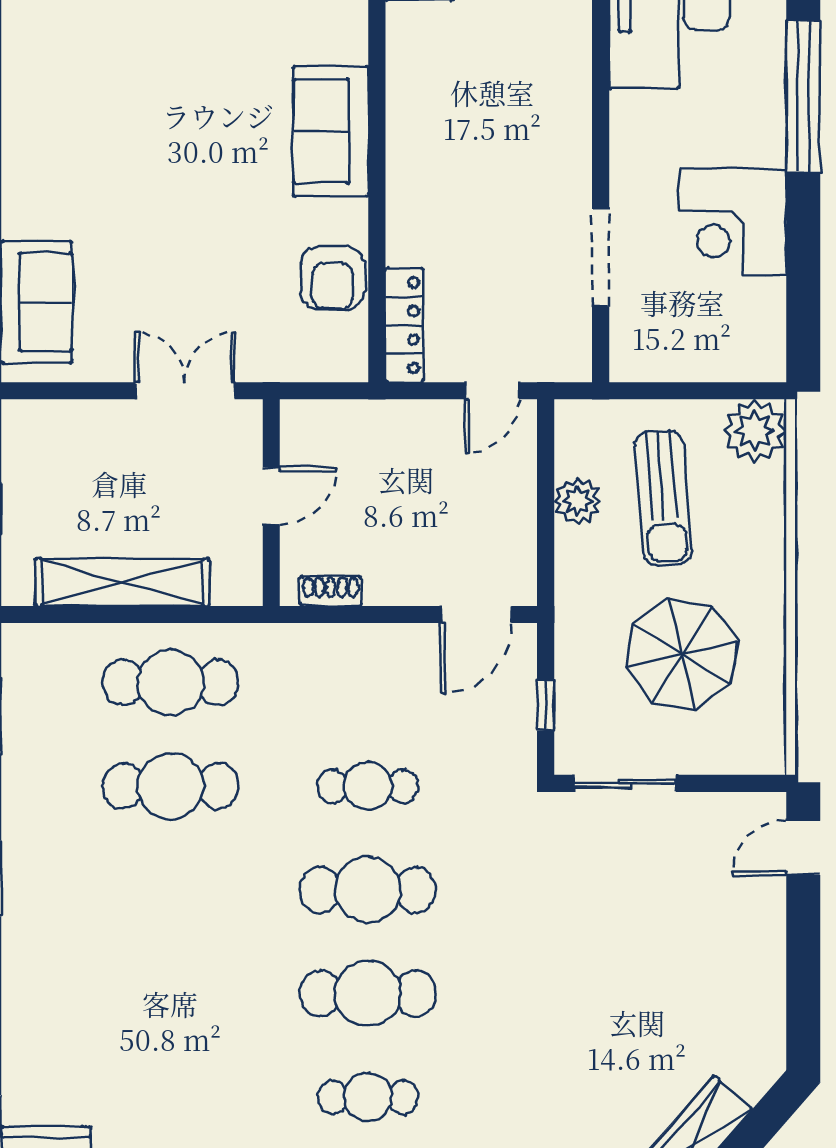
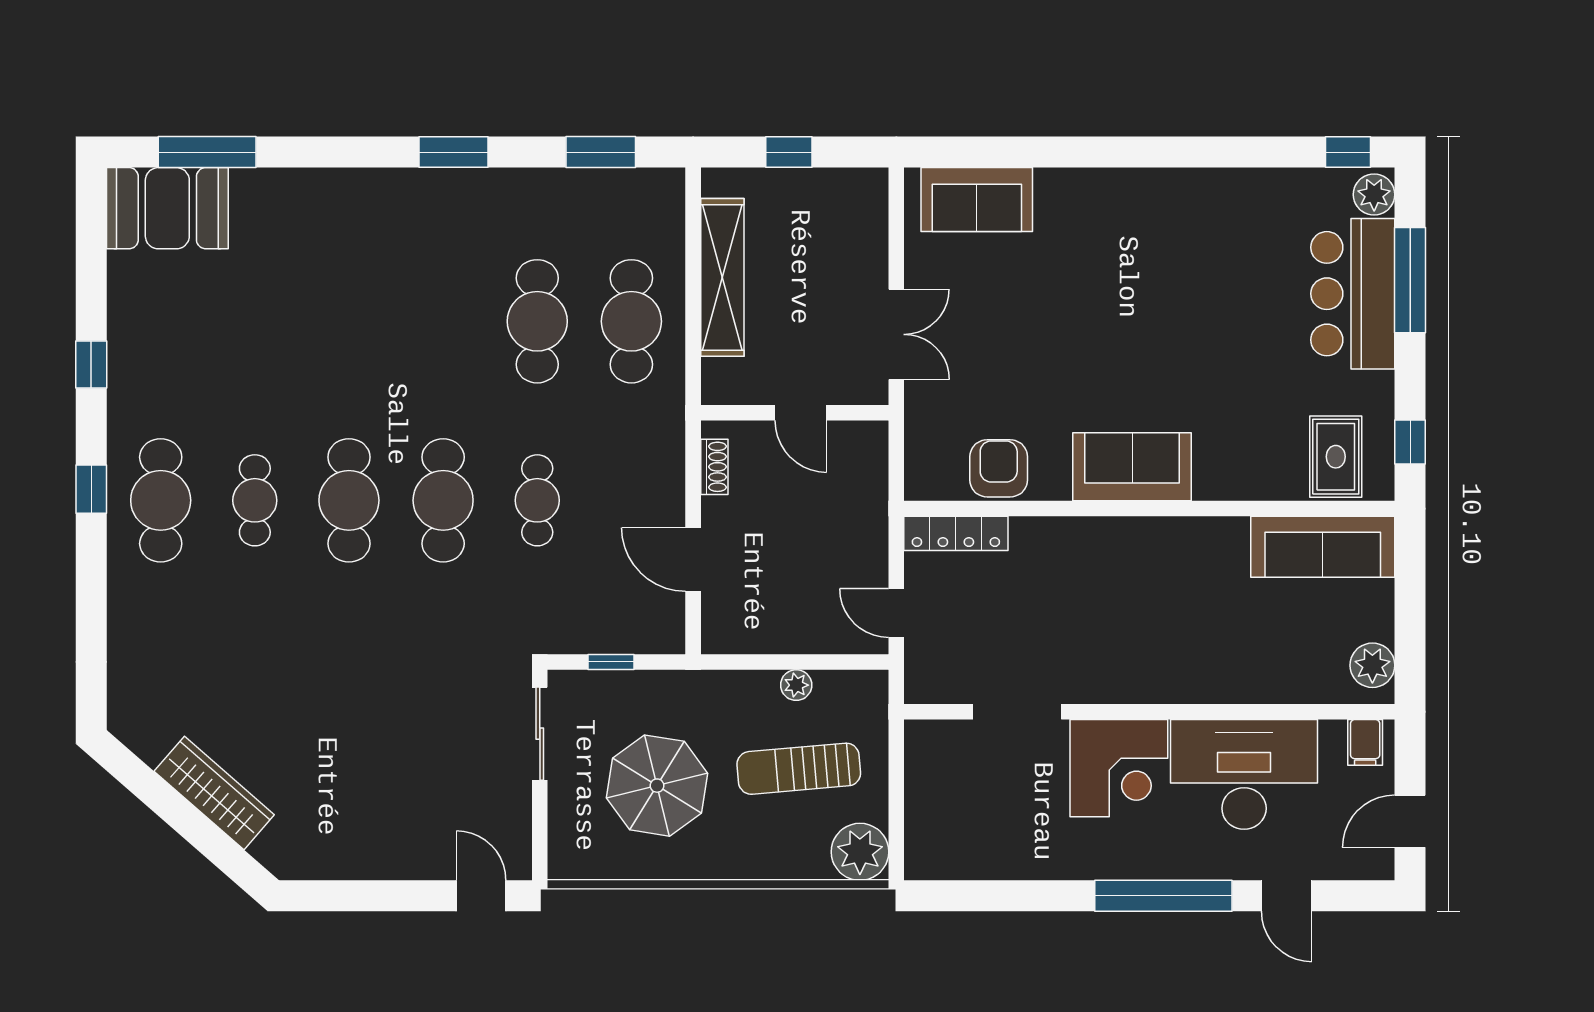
corner desk: (733, 222) -> (1119, 768), moved, turned 180
armchair: (333, 278) -> (999, 468), turned 90
plant: (578, 501) -> (796, 685), width x0.73, depth x0.73
door: (476, 614) -> (693, 560), moved

